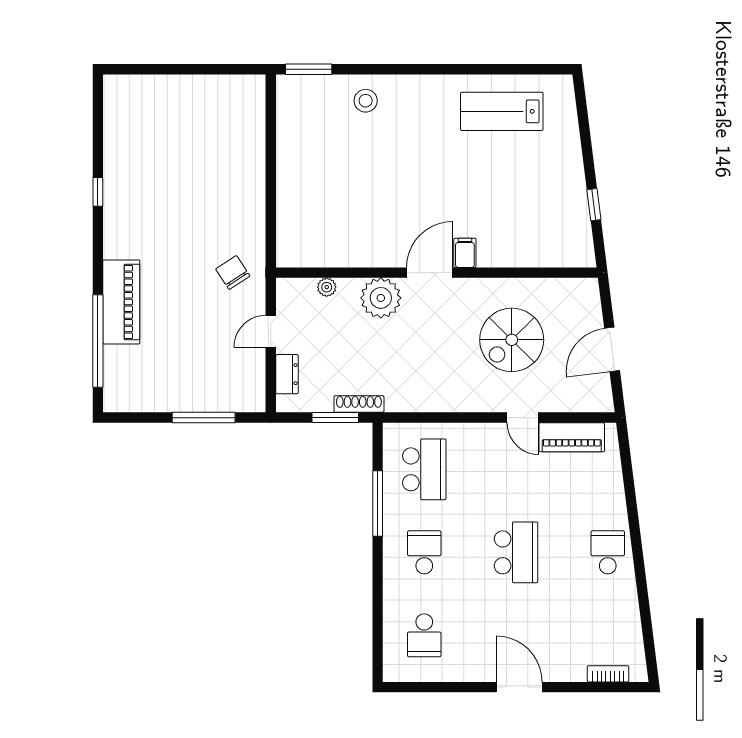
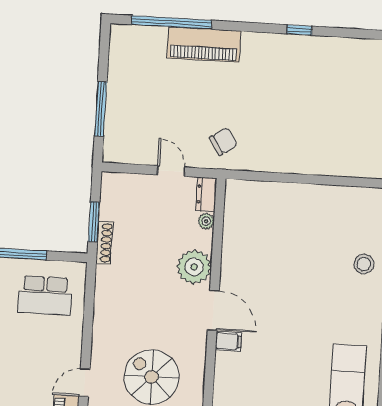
dresser: (287, 374) -> (206, 194), moved, turned 90

